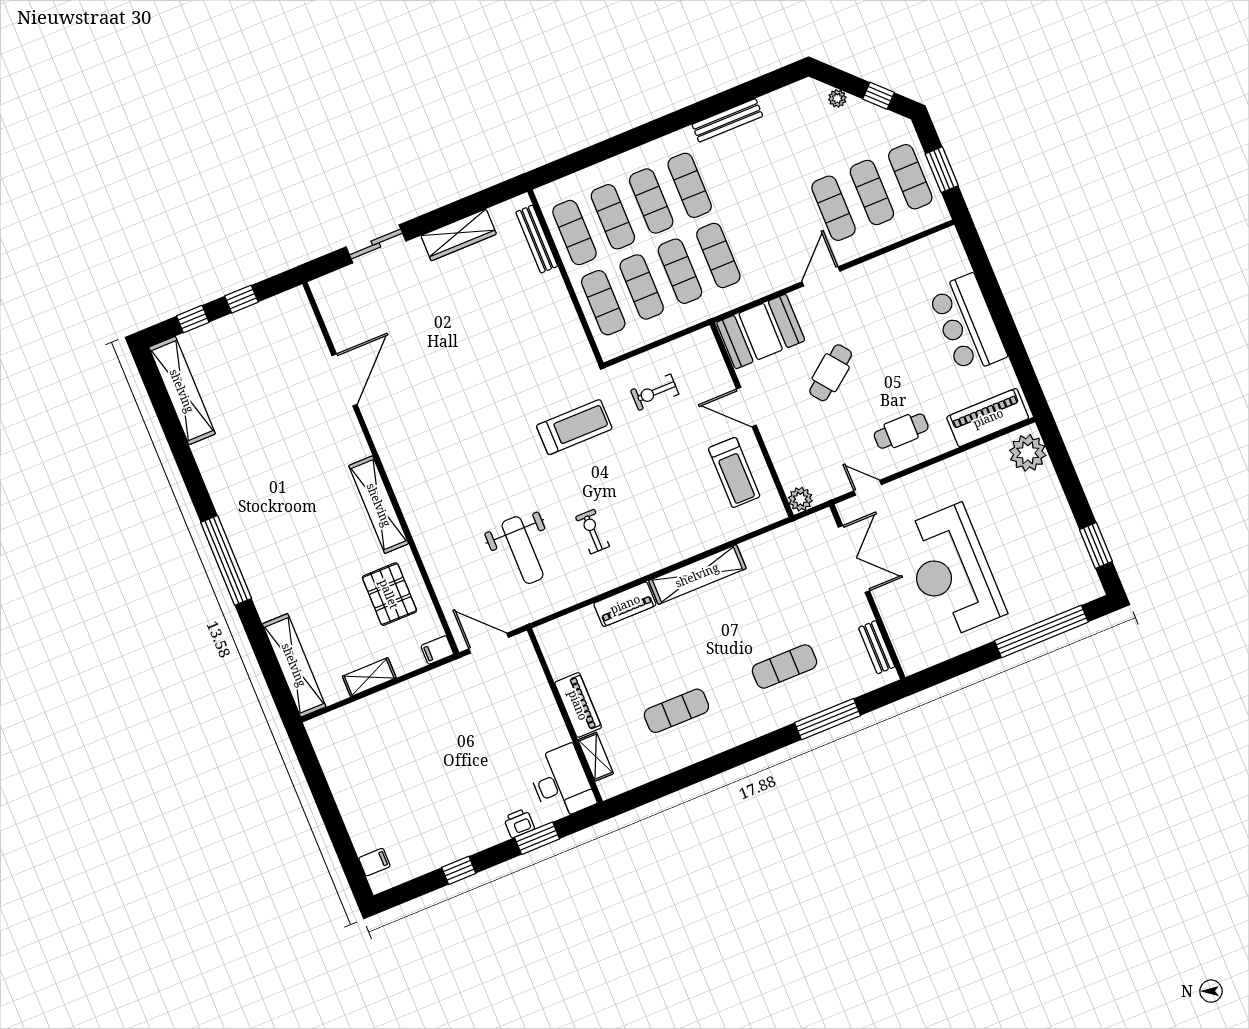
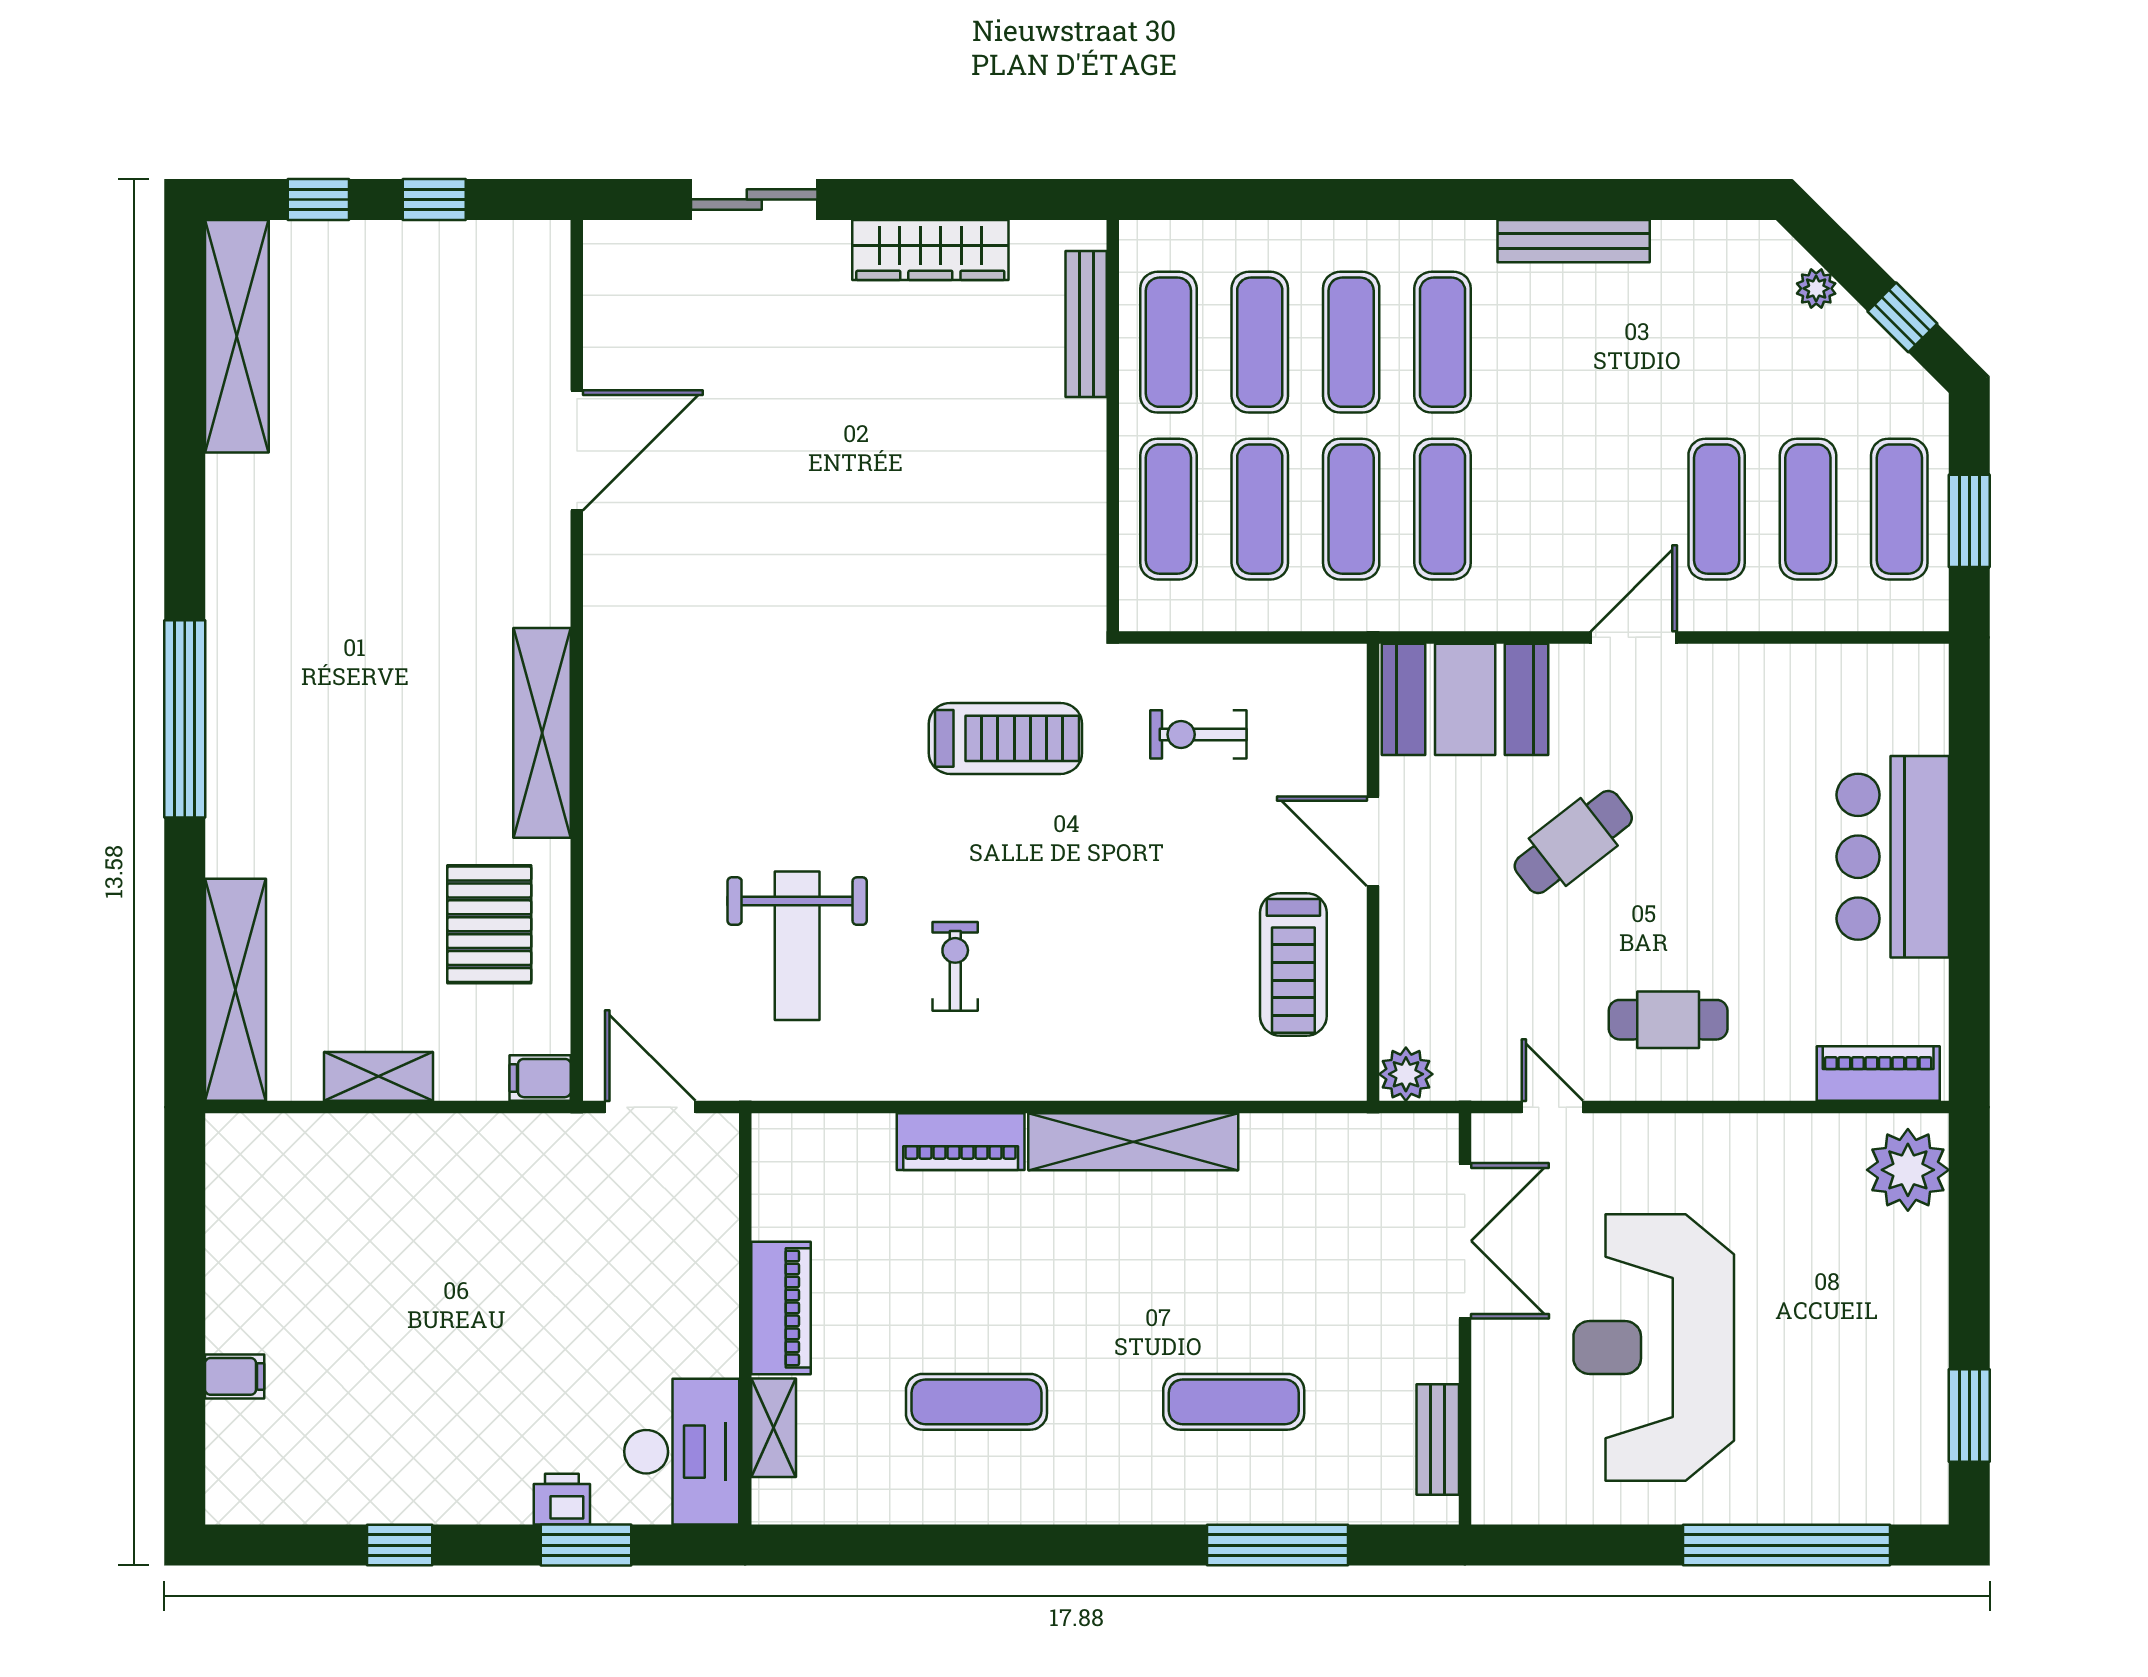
piano: (988, 418) -> (1878, 1073), width x0.73, depth x0.75
filing cabinet: (374, 862) -> (235, 1376), moved

